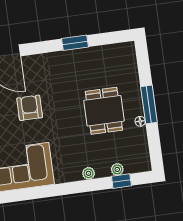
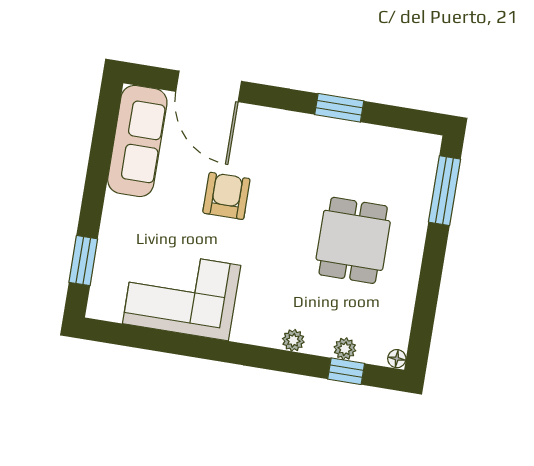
window: (149, 104) -> (444, 191), moved
floor lamp: (140, 121) -> (397, 359), moved

